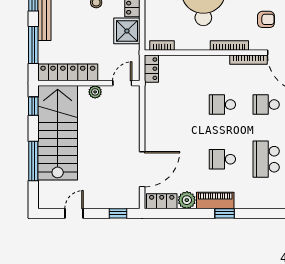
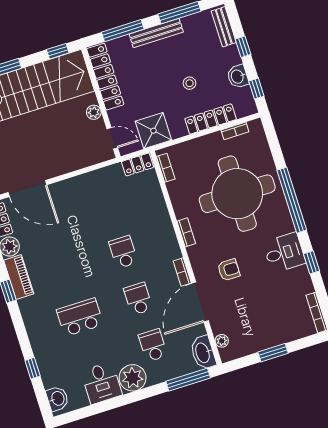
armchair: (266, 19) -> (229, 270), turned -90
shower: (127, 31) -> (153, 131), moved
bookcase: (229, 45) -> (186, 232), width x0.64
bookcase: (249, 60) -> (182, 272), width x0.64
school desk: (222, 159) -> (65, 271), removed

